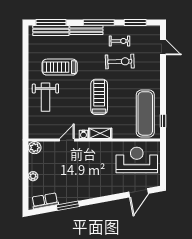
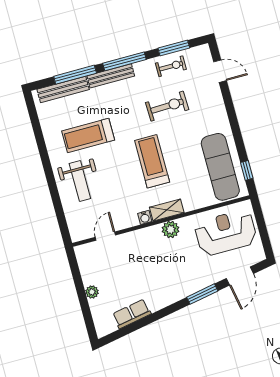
window: (51, 23) -> (75, 75), moved
exercise bike: (120, 41) -> (171, 66), moved
door: (67, 140) -> (105, 236), moved
plant: (35, 148) -> (171, 229), moved
row of seats: (45, 201) -> (132, 314), moved
window: (68, 206) -> (202, 294), moved

